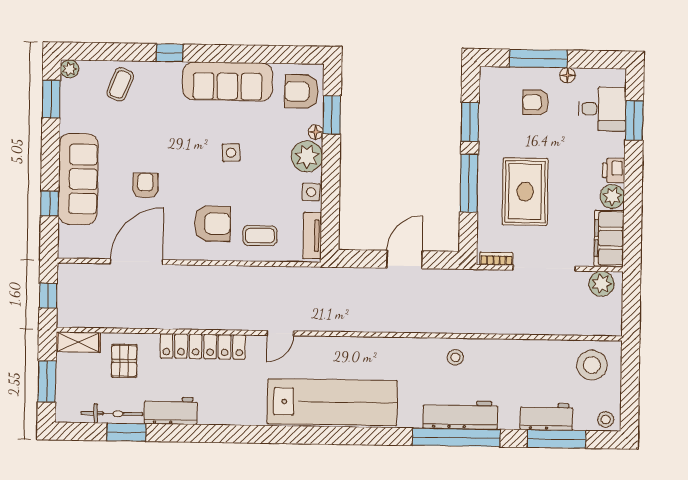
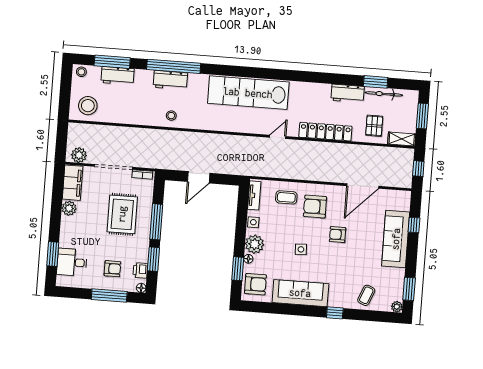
floor lamp: (567, 75) -> (141, 288), moved
printer: (614, 170) -> (140, 270), moved, turned 180
armchair: (145, 185) -> (338, 235), moved, turned 90
workbench: (460, 415) -> (170, 80), width x0.73

